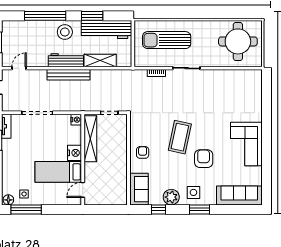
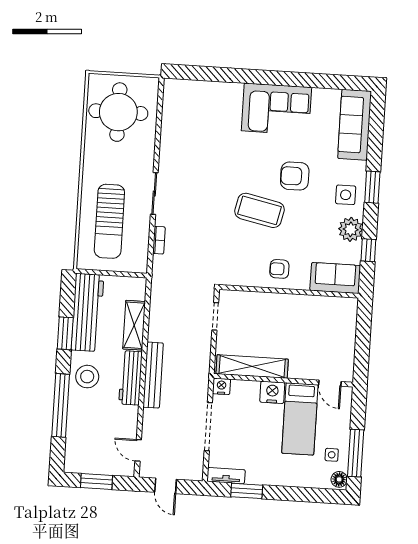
nightstand: (76, 120) -> (221, 386), moved
shelving: (90, 139) -> (252, 367), moved
nightstand: (74, 153) -> (272, 392), moved
wall: (83, 160) -> (283, 380), moved
bed: (58, 172) -> (300, 419), moved
door: (83, 190) -> (330, 383), moved

